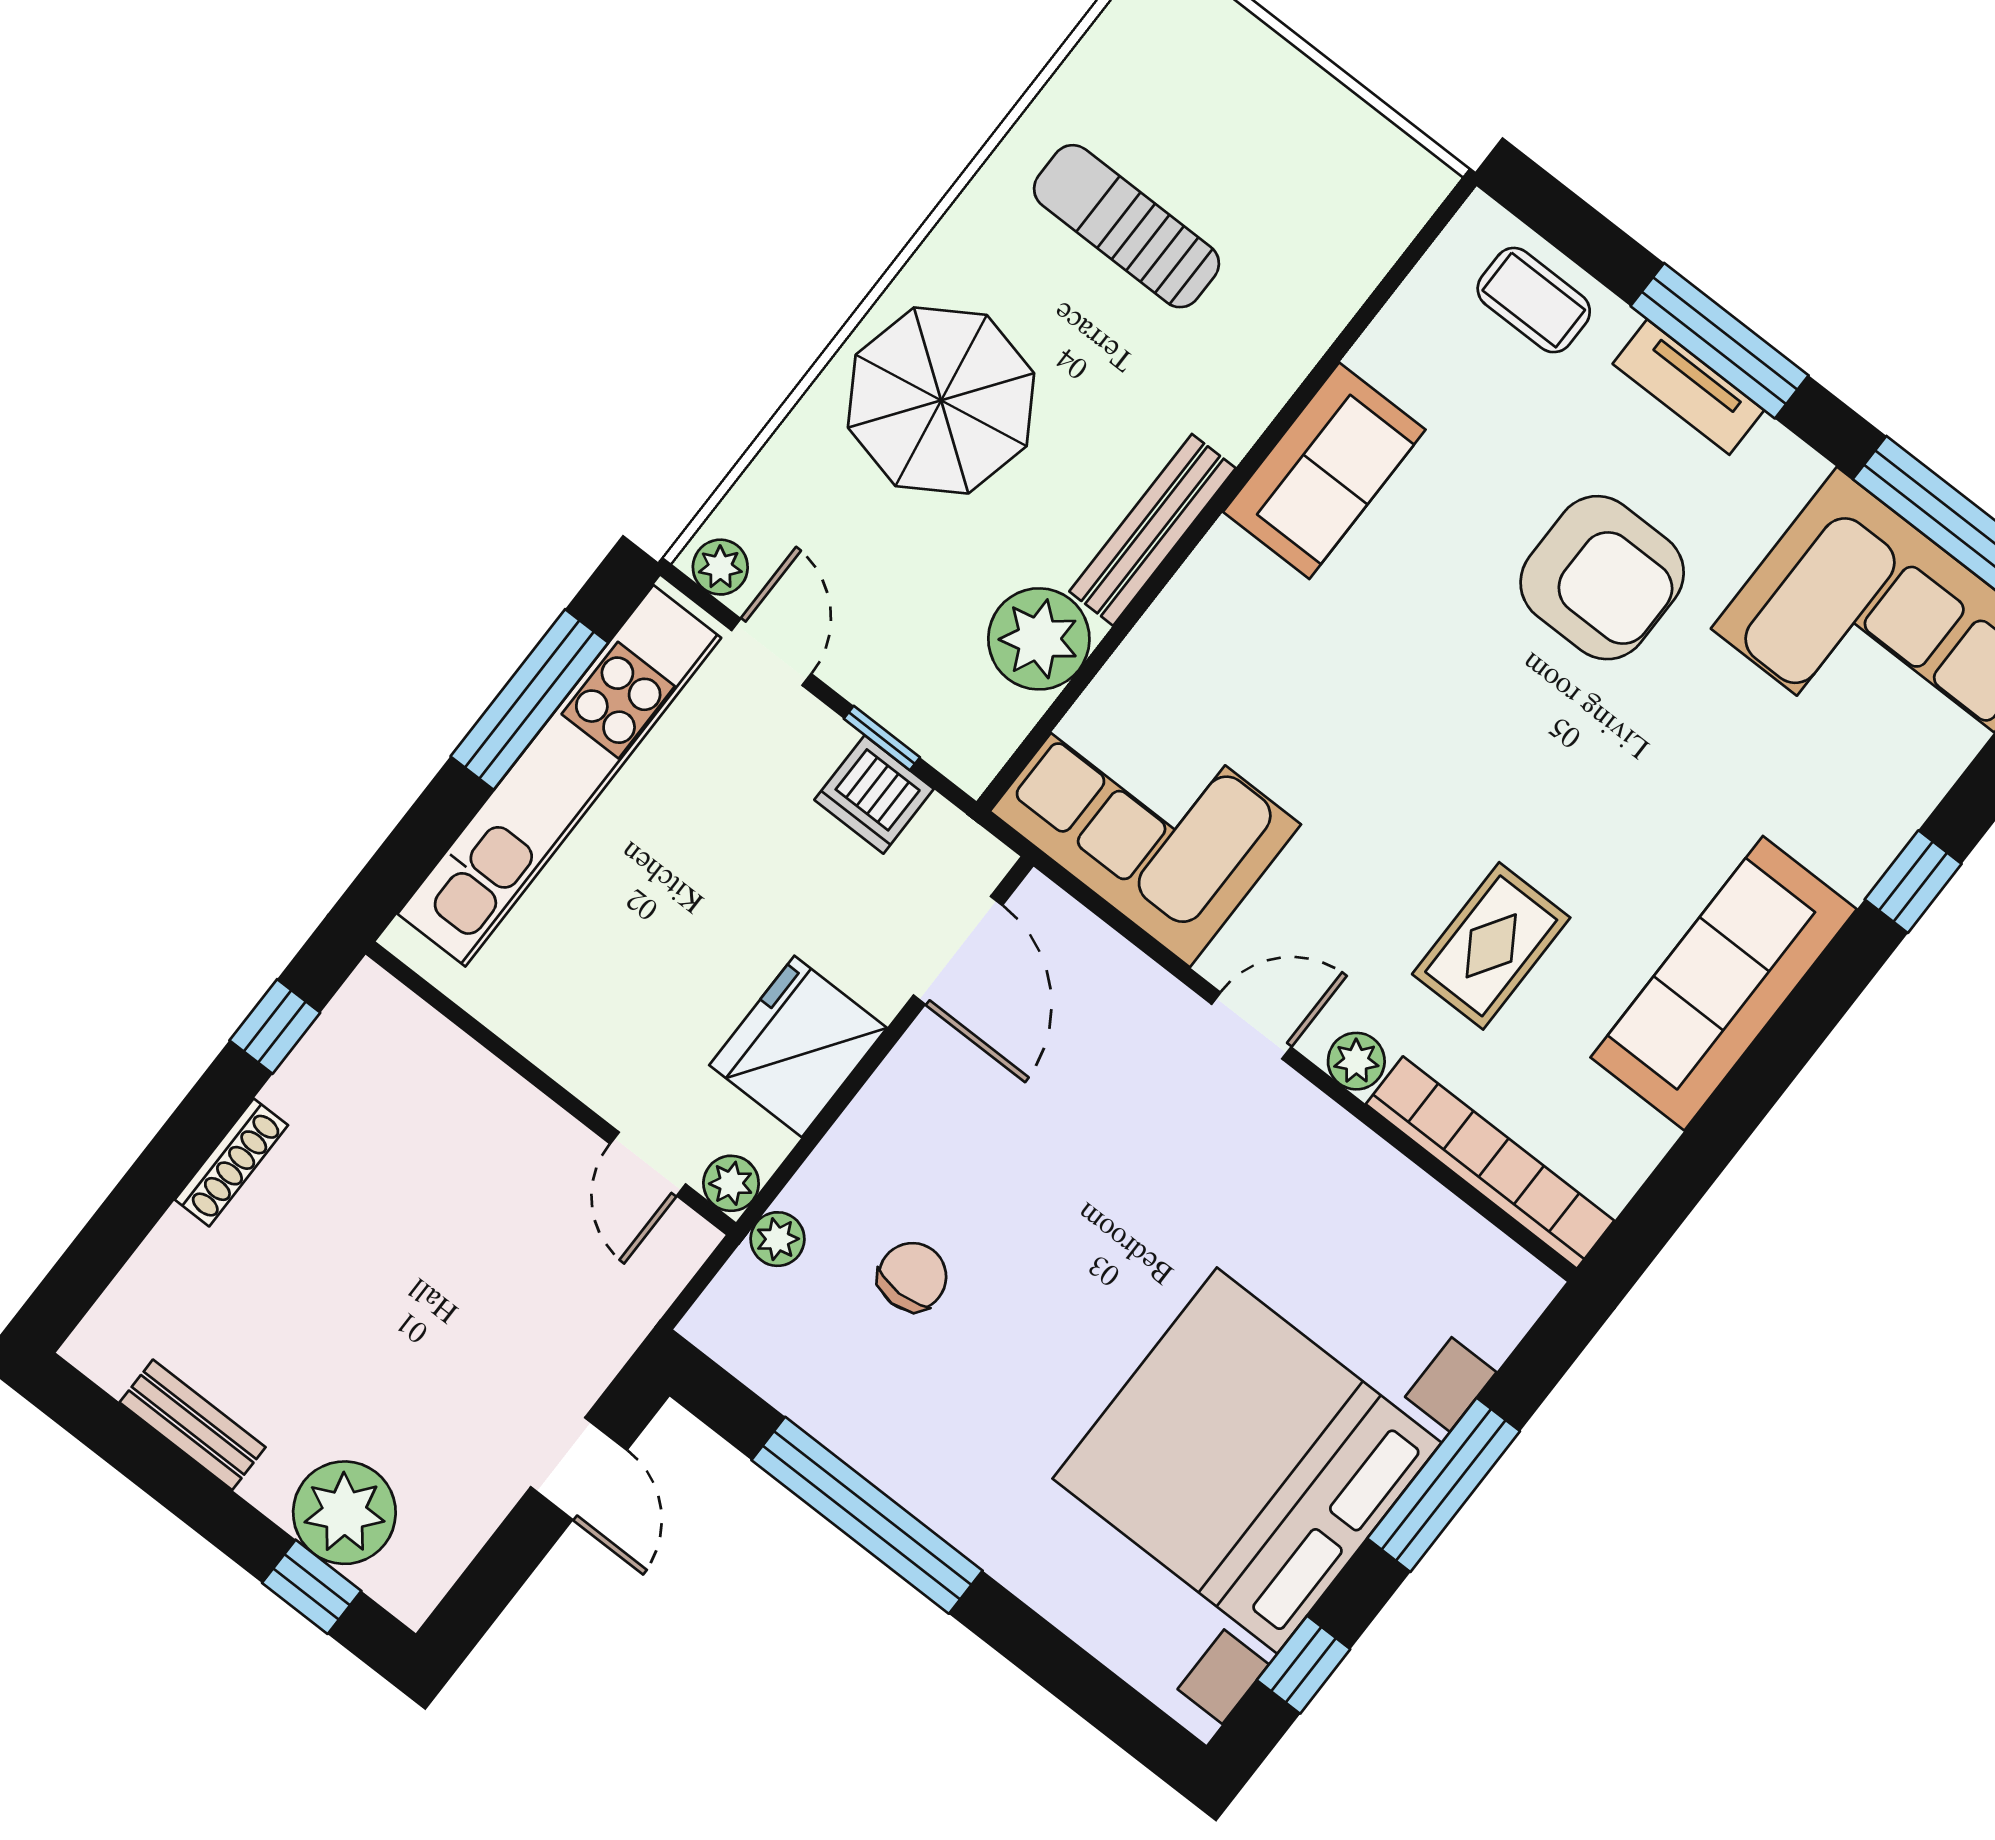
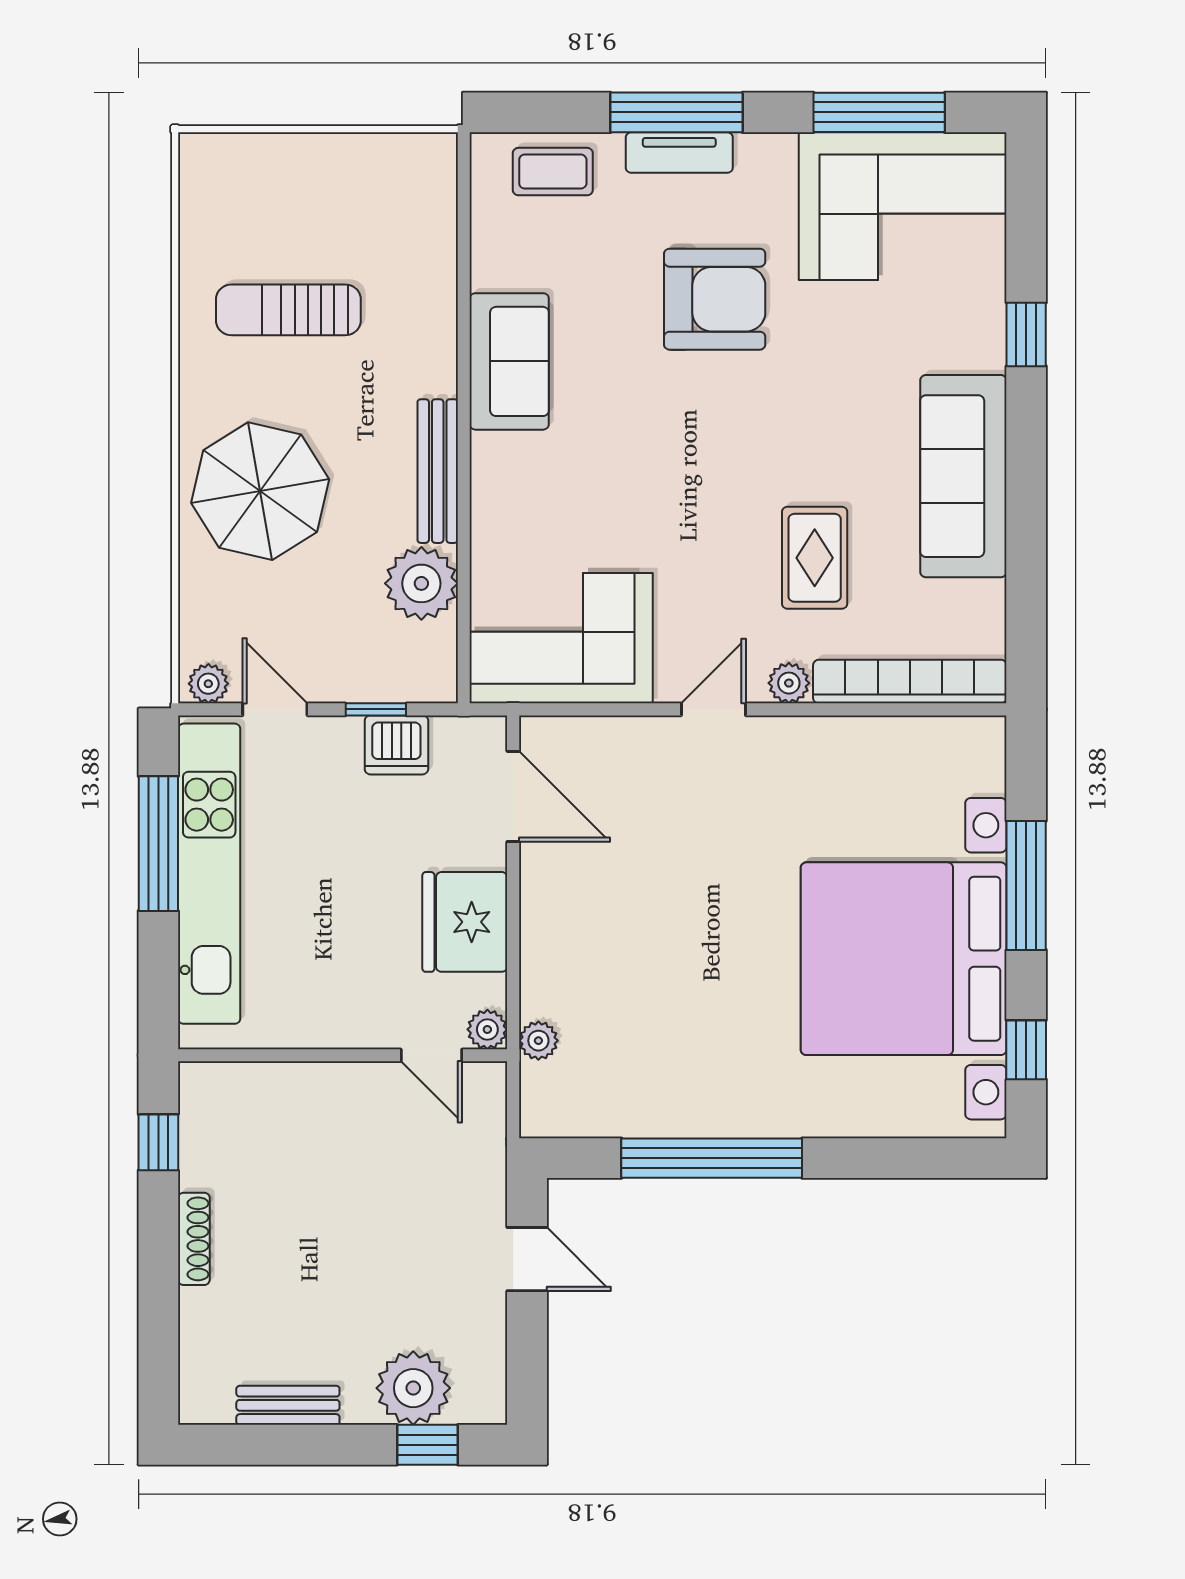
chair: (912, 1277) -> (632, 1002), removed

